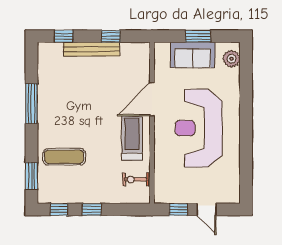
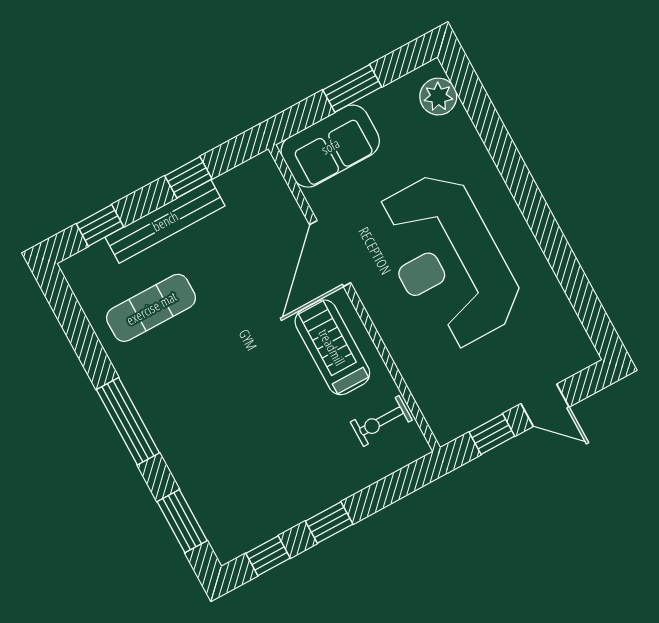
sofa: (193, 55) -> (330, 146), moved
window: (31, 104) -> (128, 421), moved
exercise mat: (64, 157) -> (151, 308), moved

